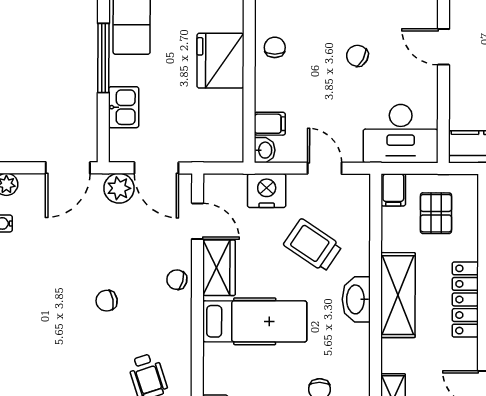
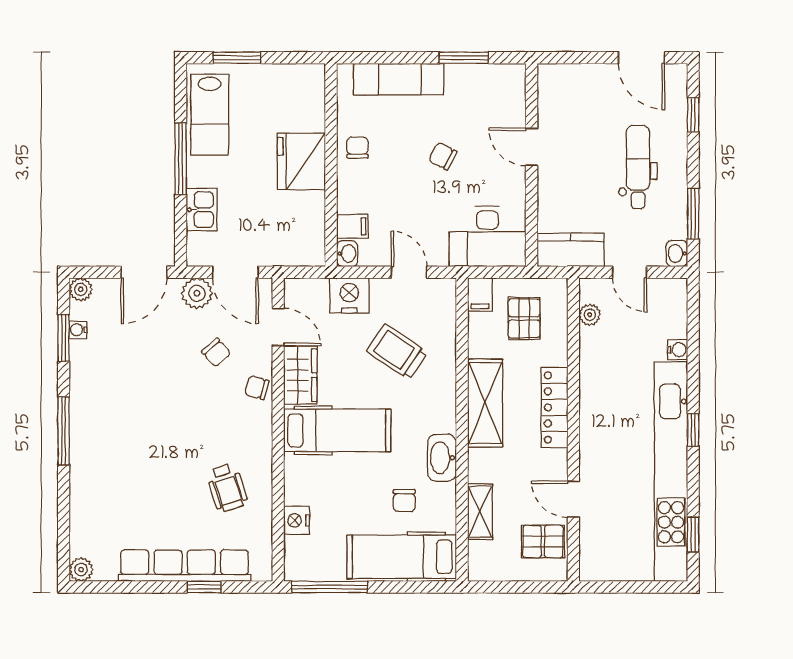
washbasin: (356, 299) -> (442, 458), moved
chair: (107, 301) -> (216, 352), moved, turned -121

